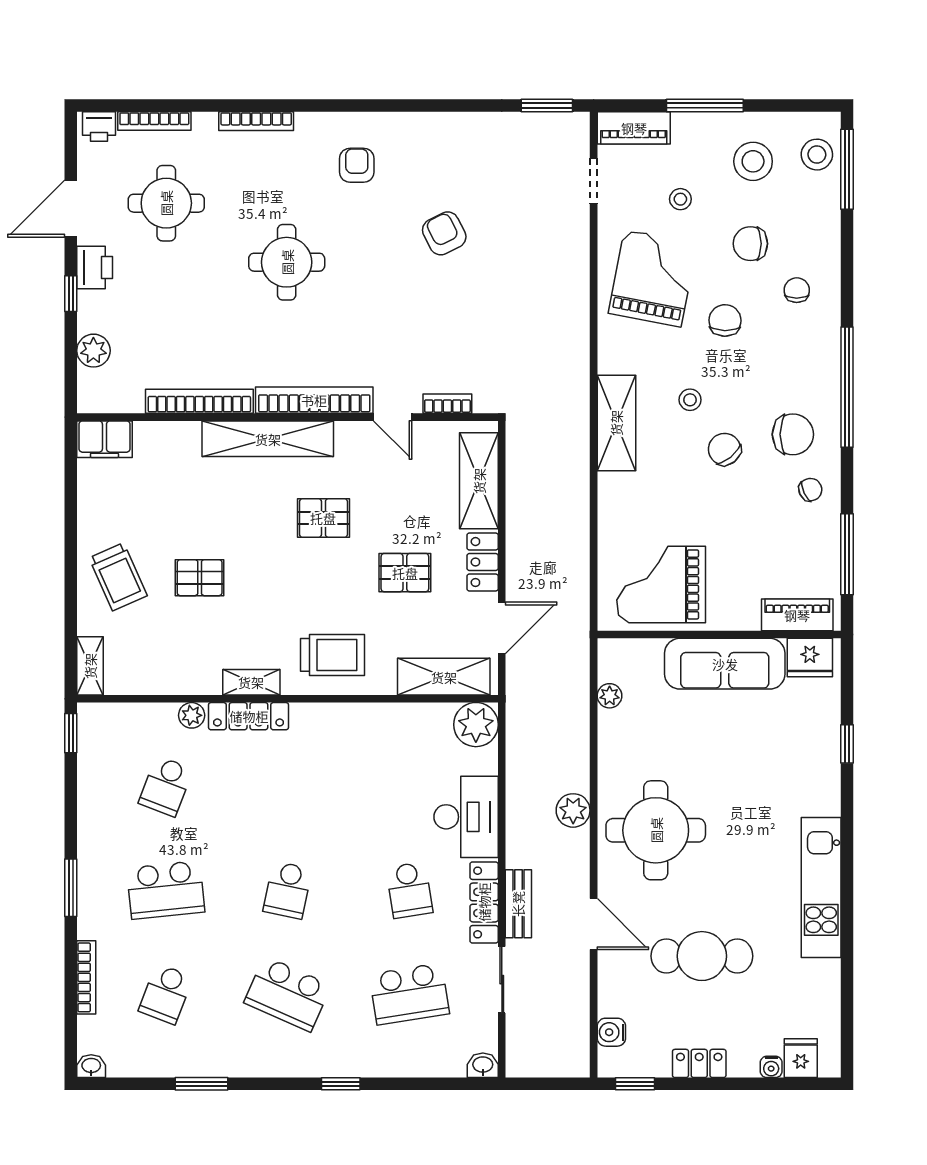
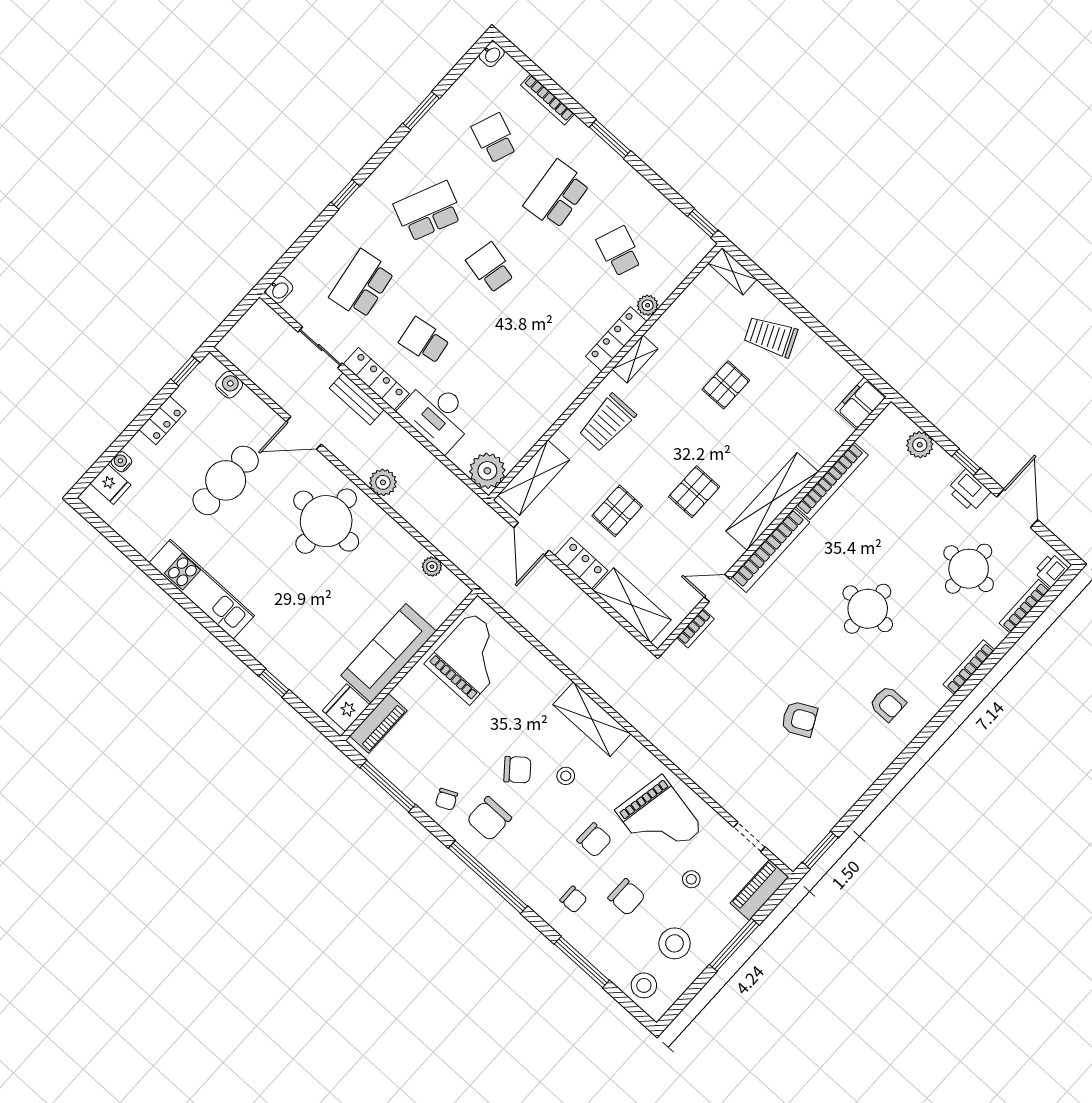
window: (847, 169) -> (582, 962), moved
chair: (750, 244) -> (627, 897), turned 90

